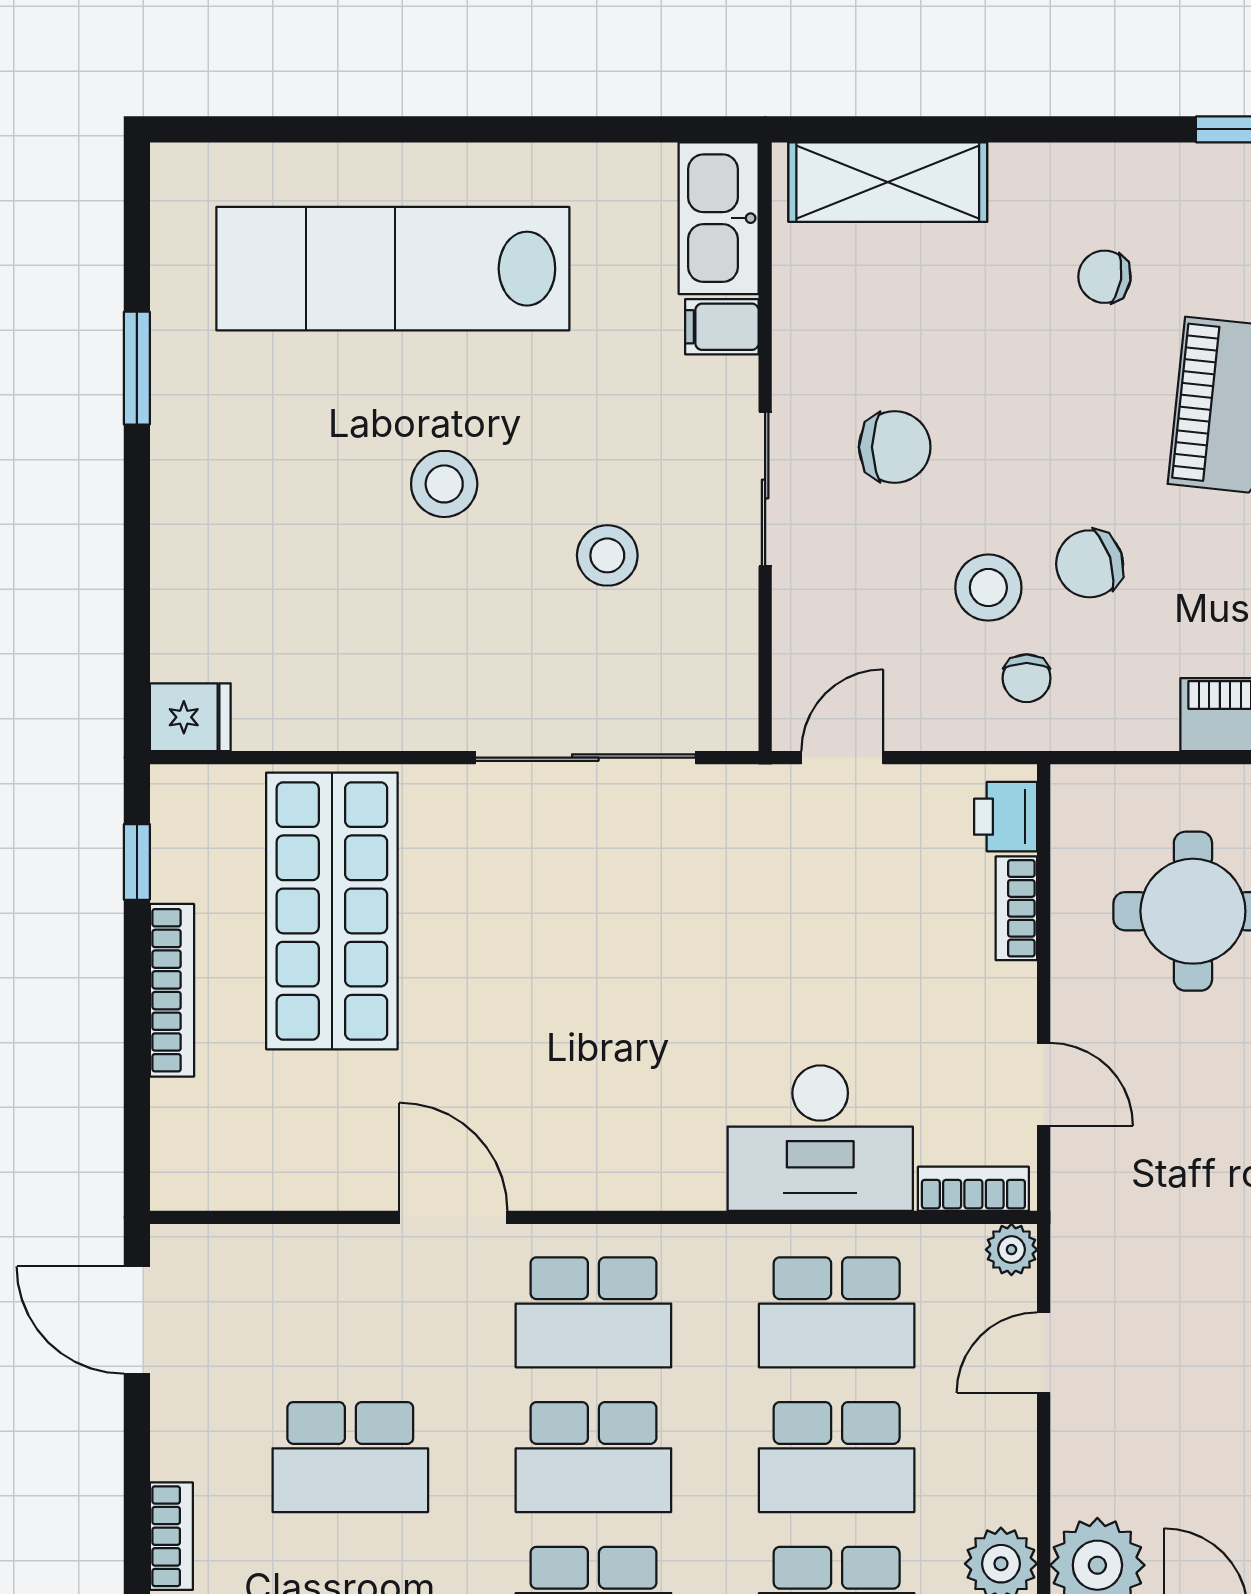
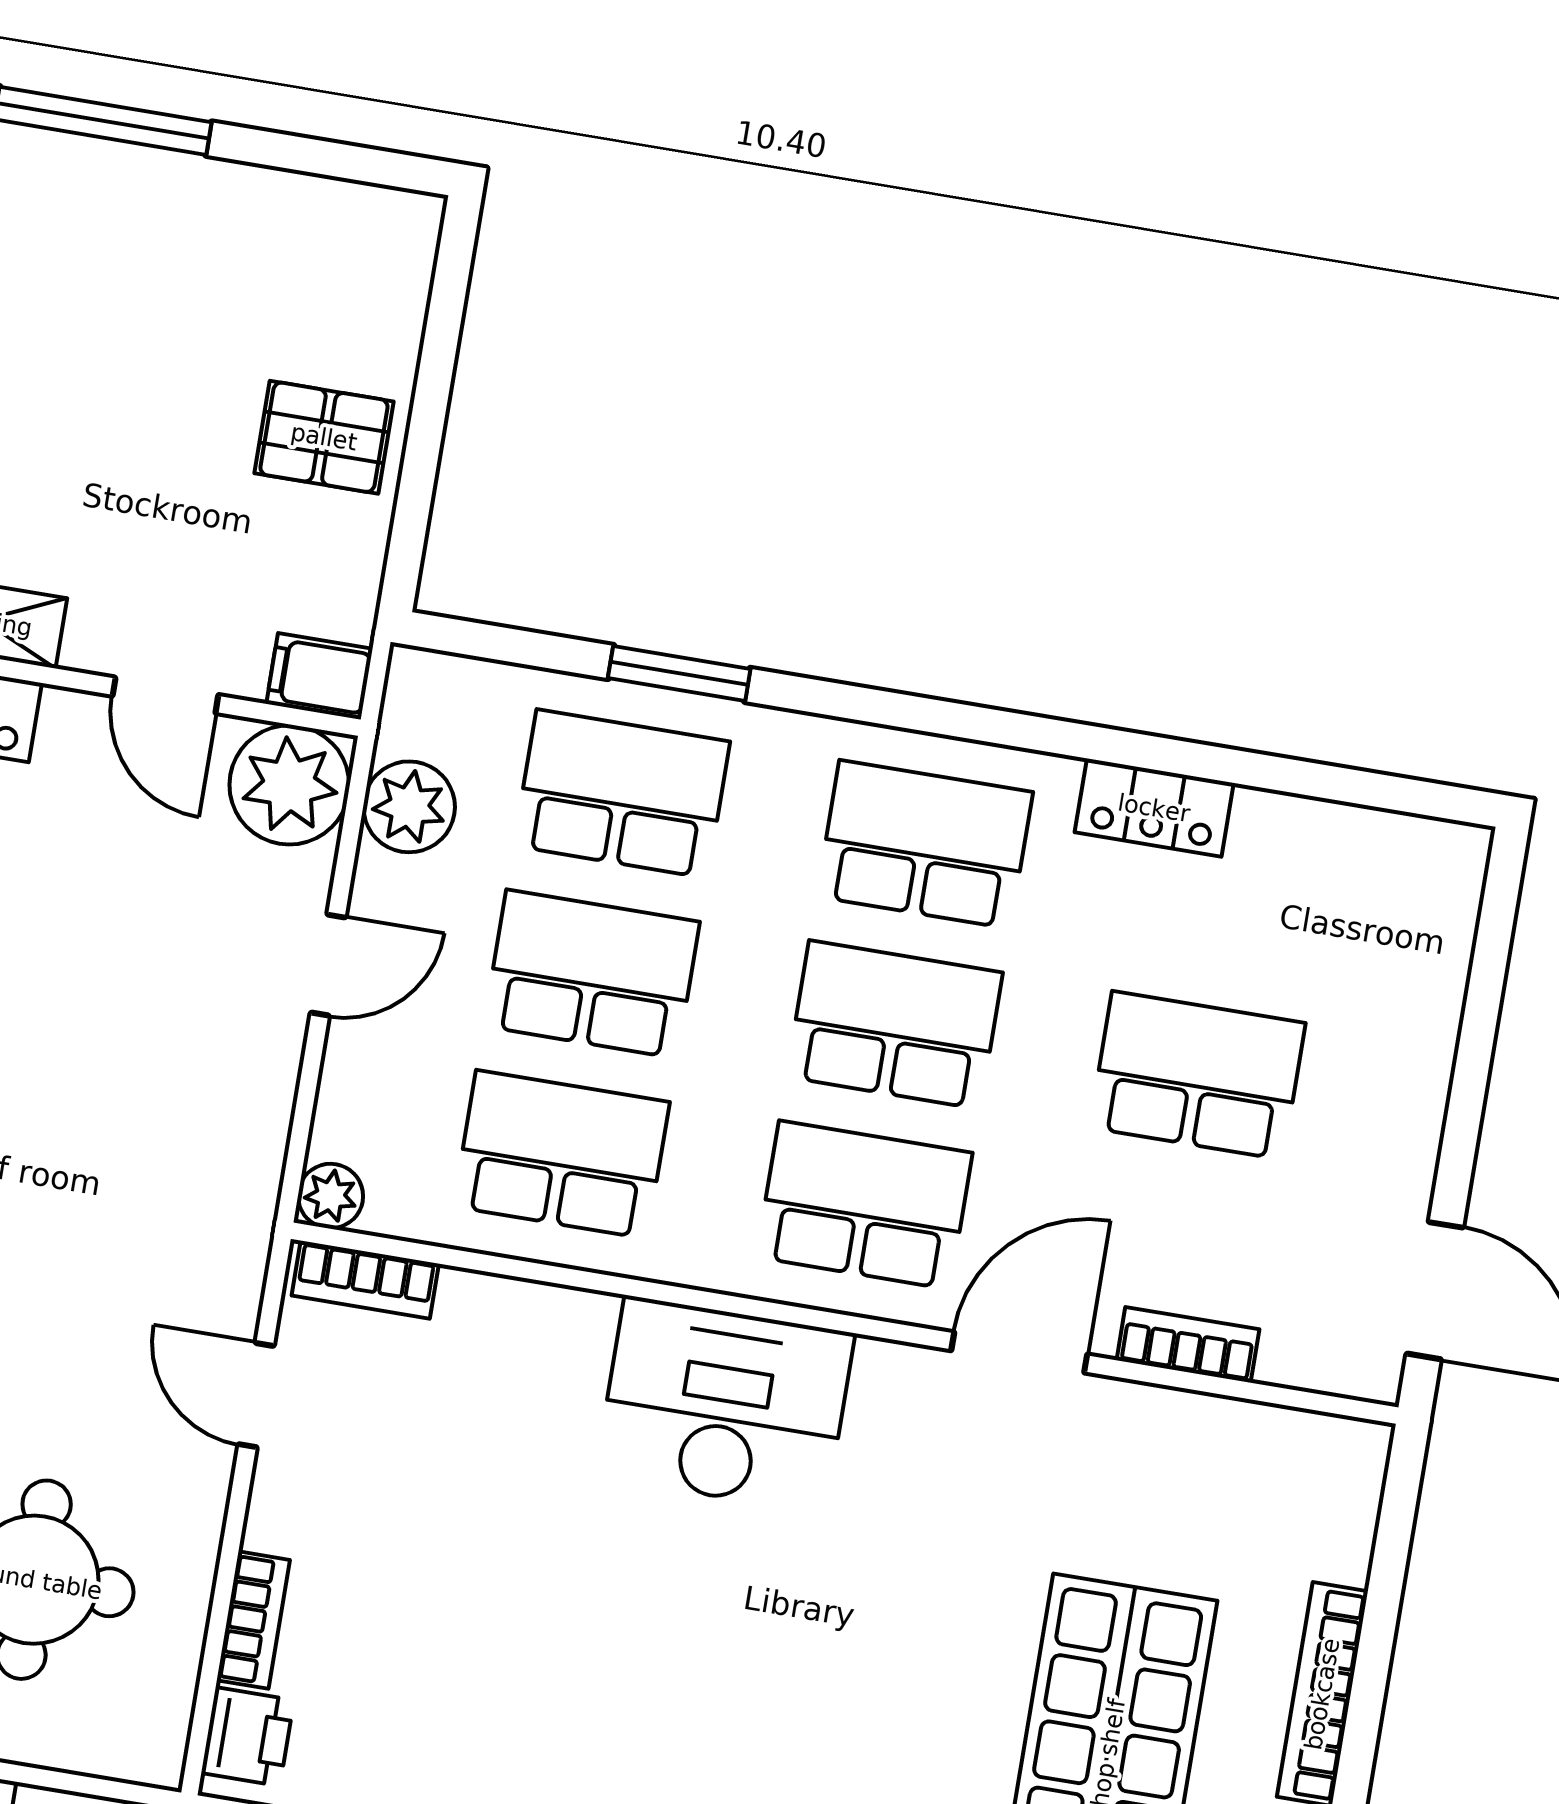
desk: (820, 1138) -> (725, 1405), moved
door: (453, 1217) -> (1019, 1352), swing flipped
door: (1044, 1353) -> (328, 965), moved
bookcase: (171, 1536) -> (1188, 1345), moved, turned 90

